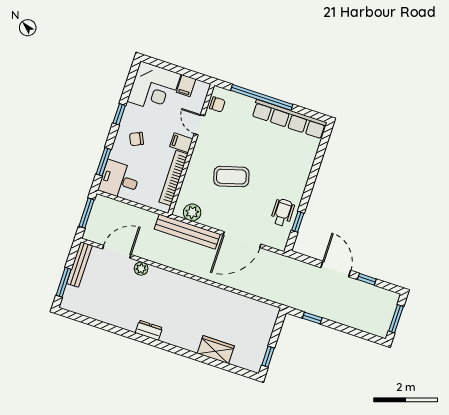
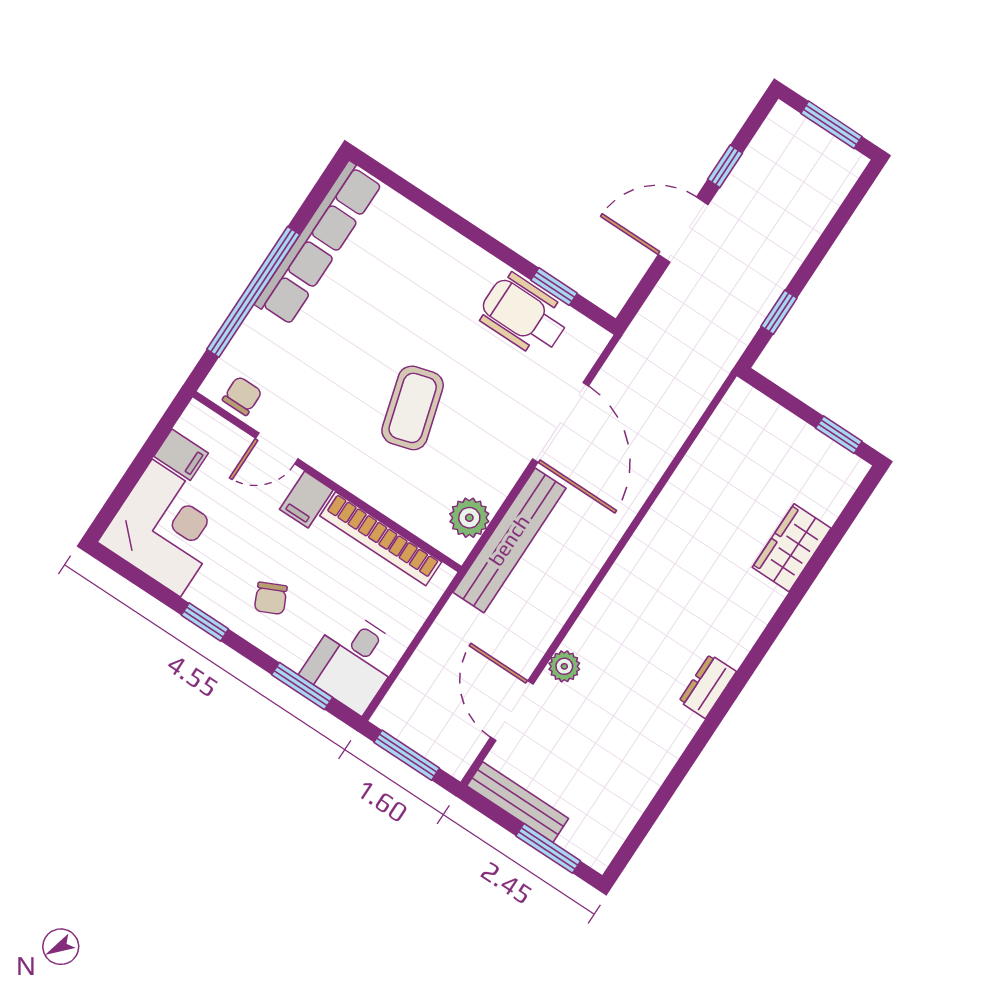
wheelchair: (283, 212) -> (524, 315), width x1.36, depth x1.37

